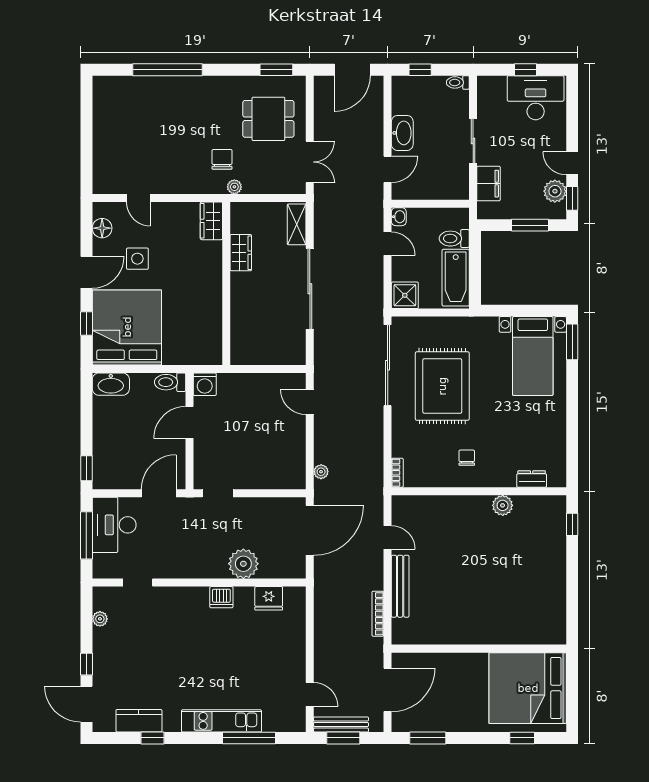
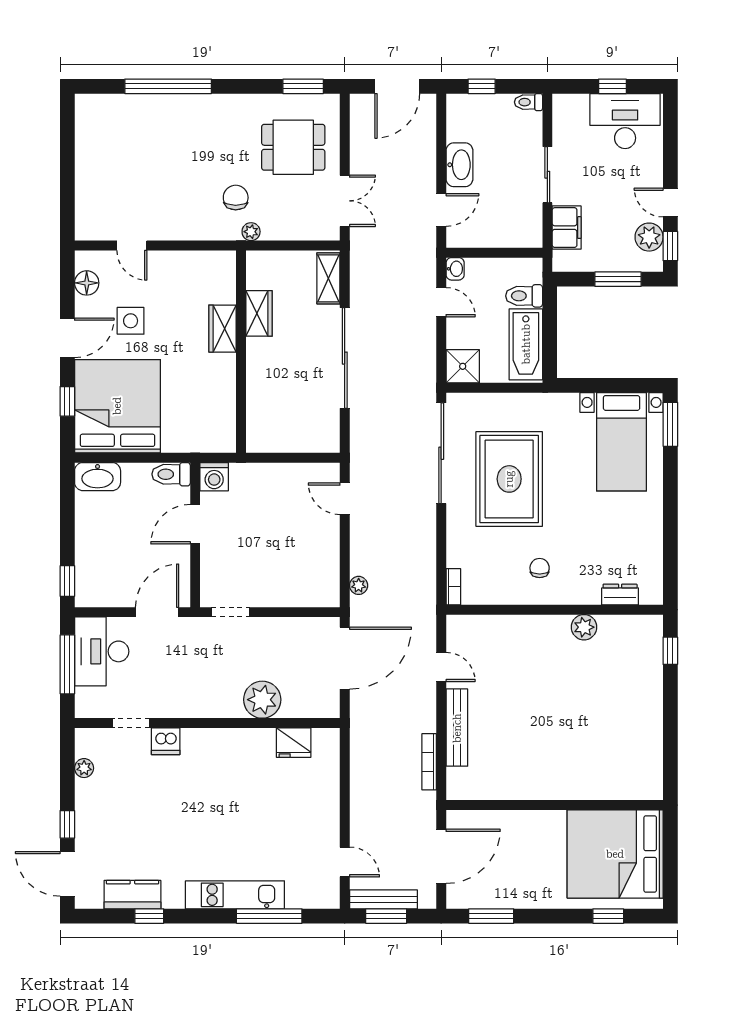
wardrobe: (211, 221) -> (223, 329), moved
dishwasher: (221, 597) -> (166, 741), moved

